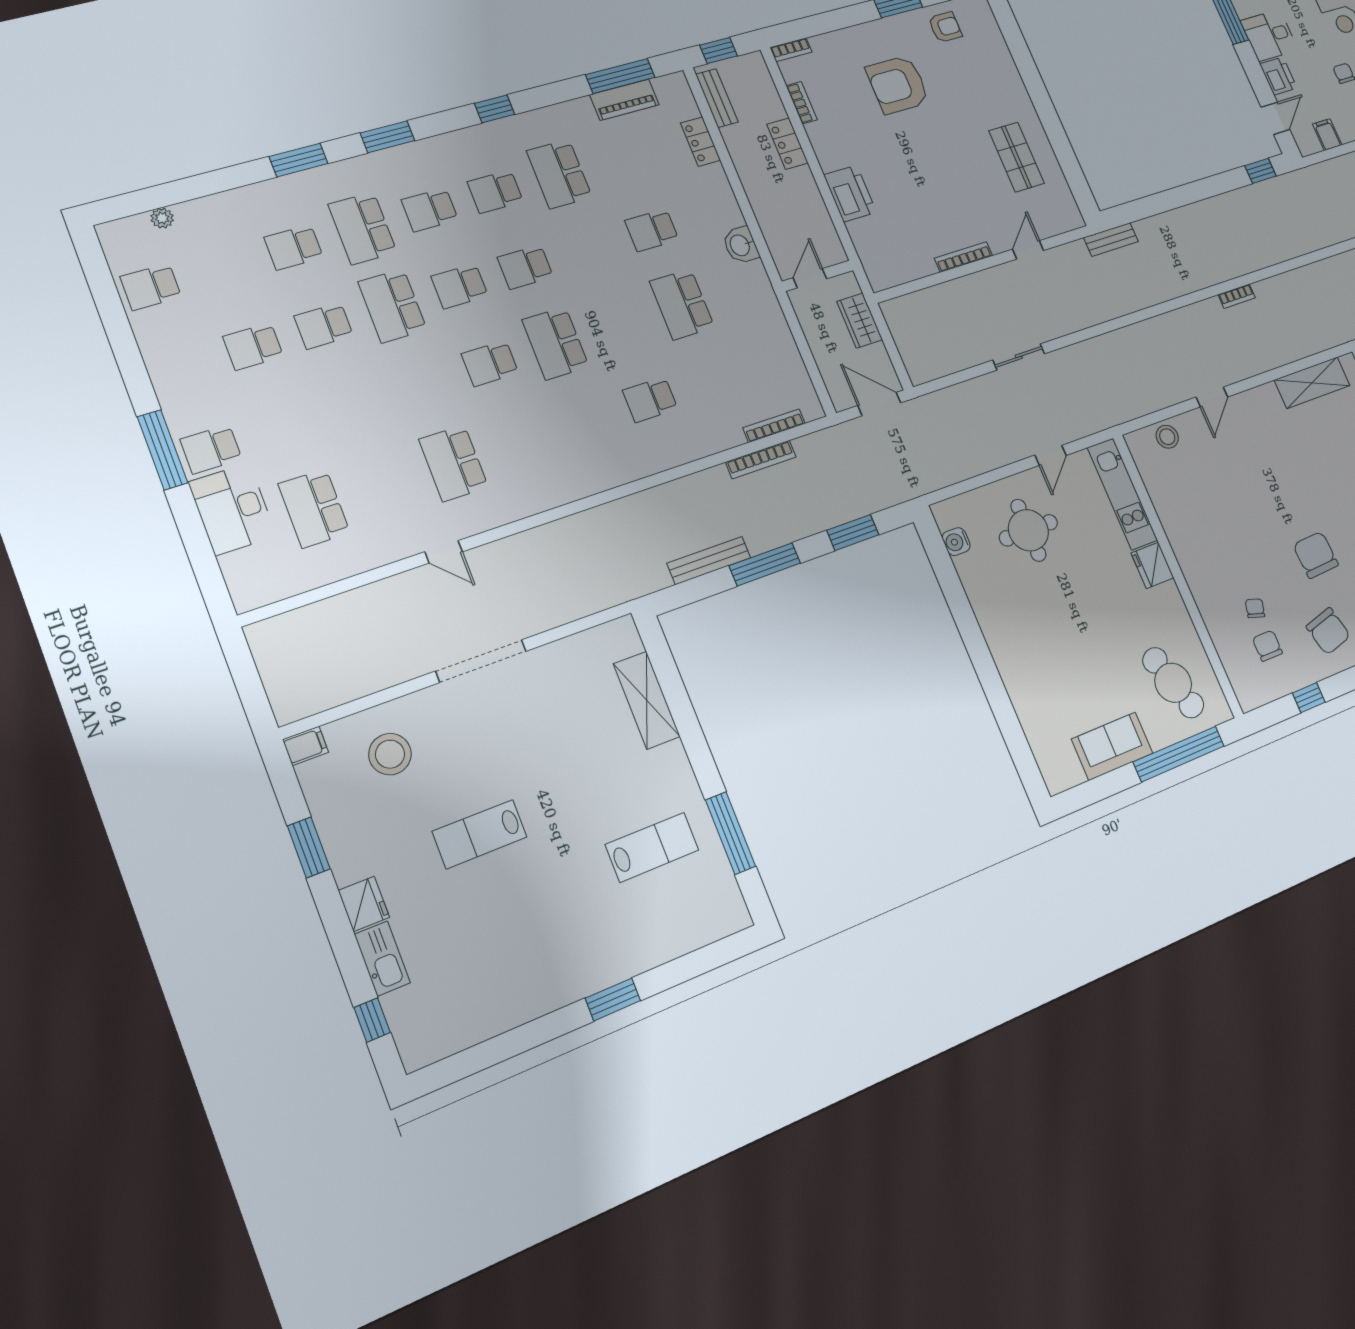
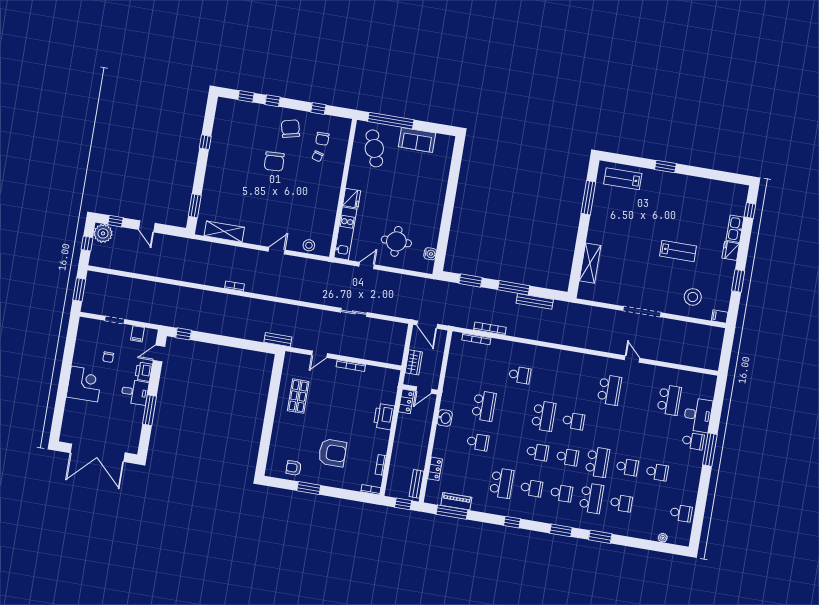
locker: (787, 144) -> (406, 401), moved
lab bench: (652, 847) -> (623, 179), moved

